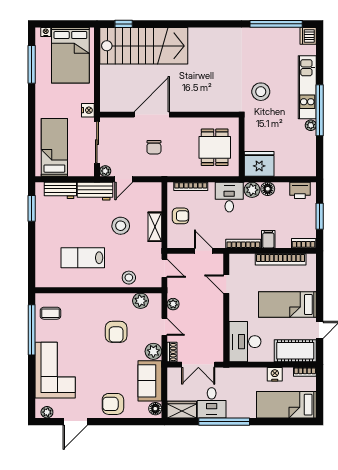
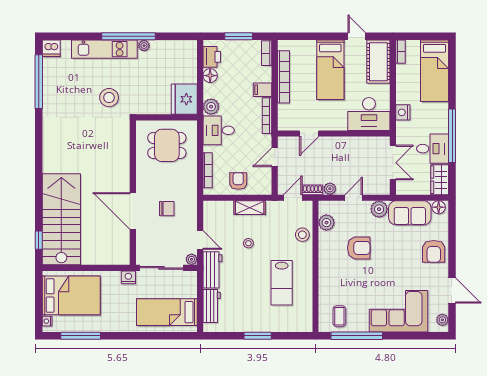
floor lamp: (268, 189) -> (210, 76), moved
window: (32, 208) -> (258, 336), moved
stool: (121, 226) -> (248, 243), width x0.53, depth x0.53
shoe rack: (172, 352) -> (312, 190), moved
nightstand: (275, 374) -> (403, 112), moved

